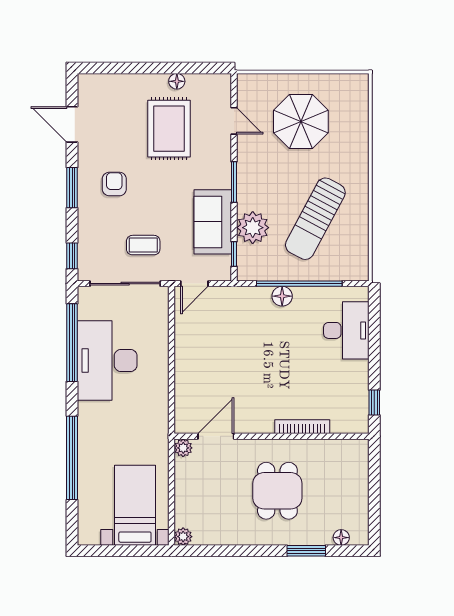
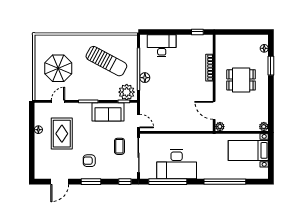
rug: (169, 129) -> (62, 134), turned 90
plant: (253, 228) -> (127, 92), moved

